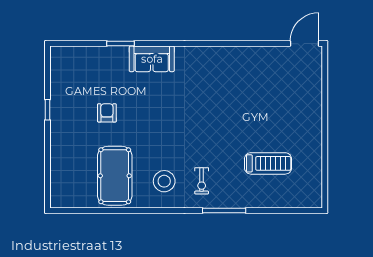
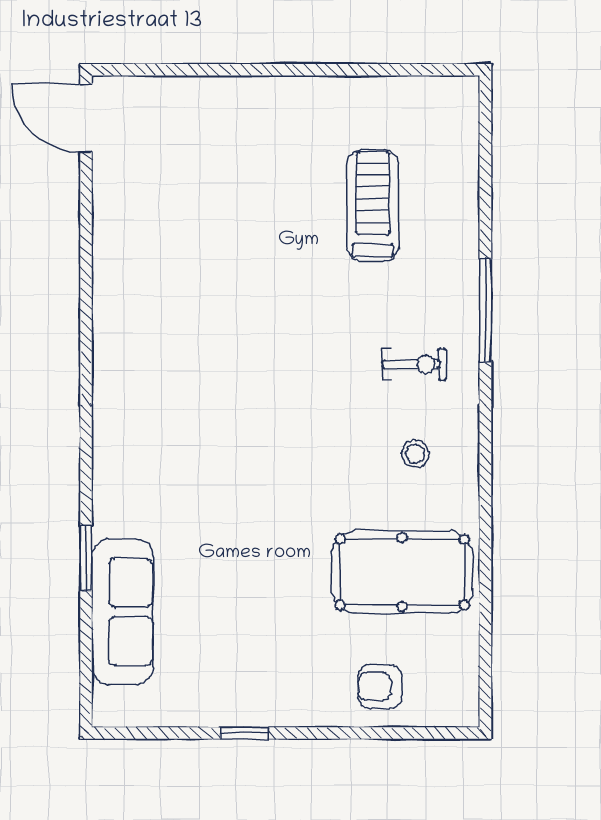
sofa: (152, 59) -> (123, 612), moved, width x1.36
armchair: (107, 113) -> (380, 687), moved
stool: (164, 181) -> (415, 454), width x0.53, depth x0.53

